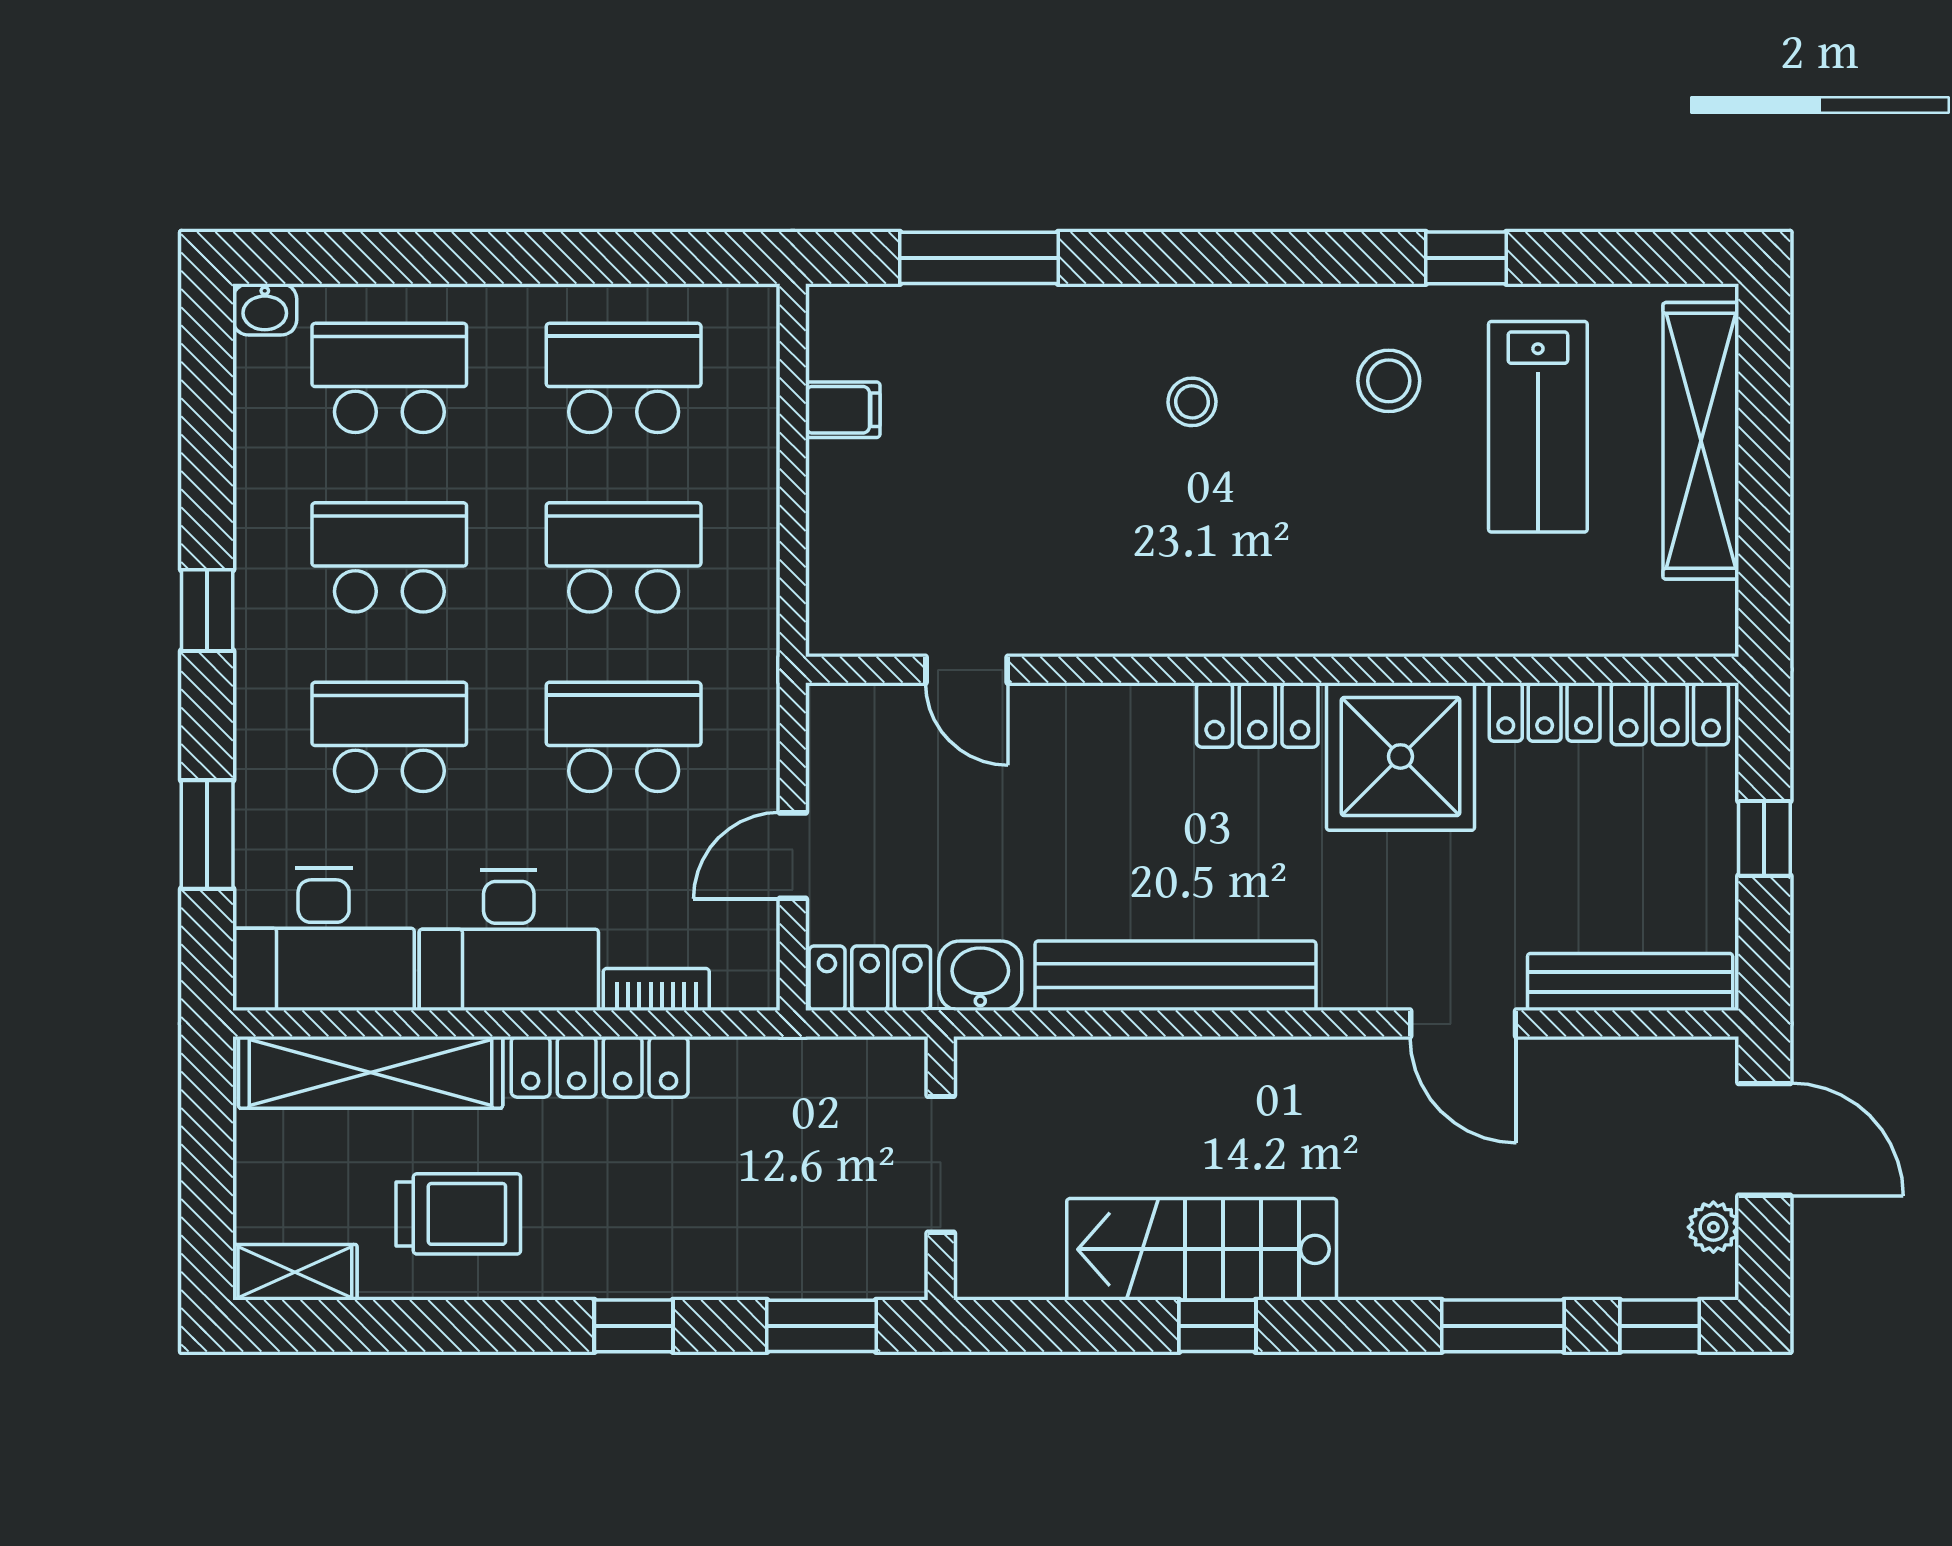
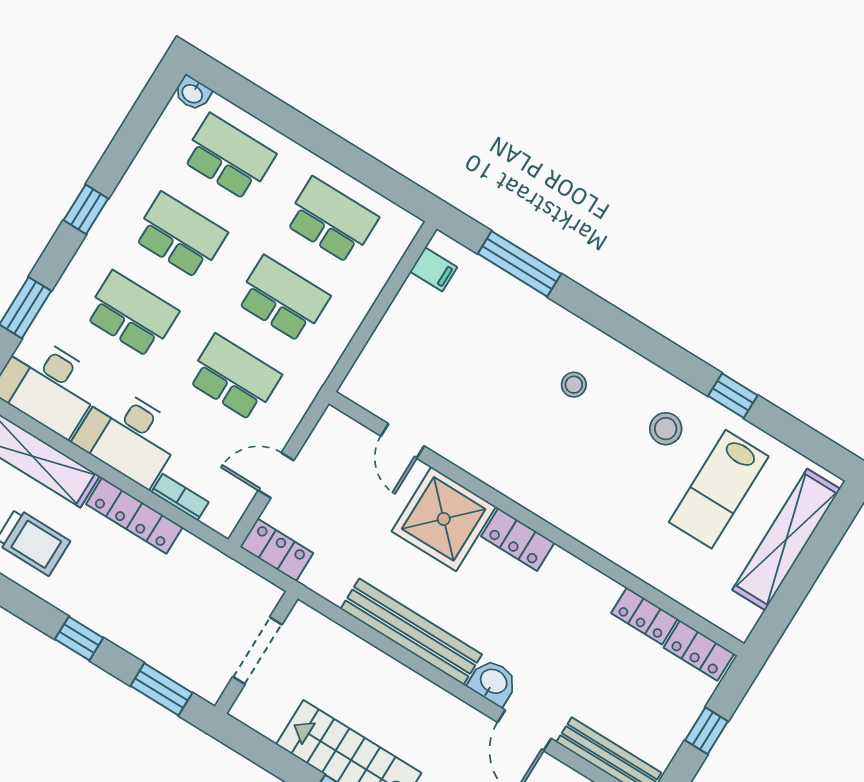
filing cabinet: (843, 410) -> (434, 269), moved
shower: (1400, 756) -> (444, 519), moved
washbasin: (980, 976) -> (493, 682), moved

